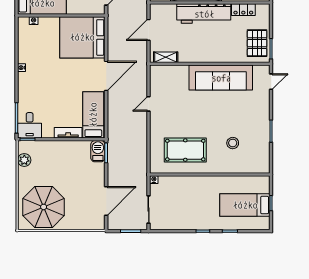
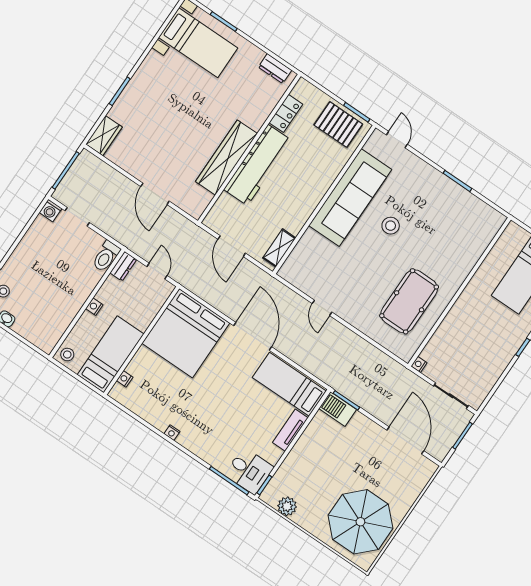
stool: (233, 143) -> (391, 226), moved

